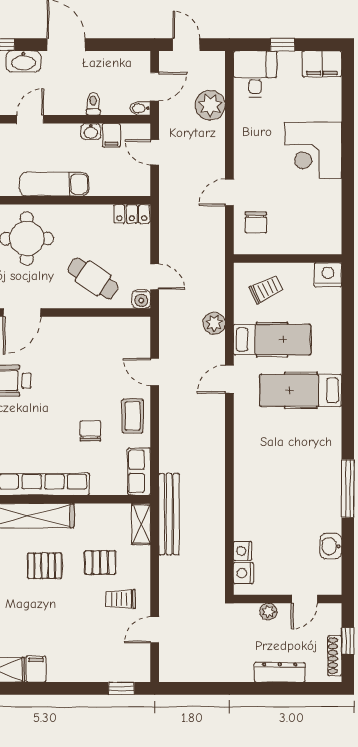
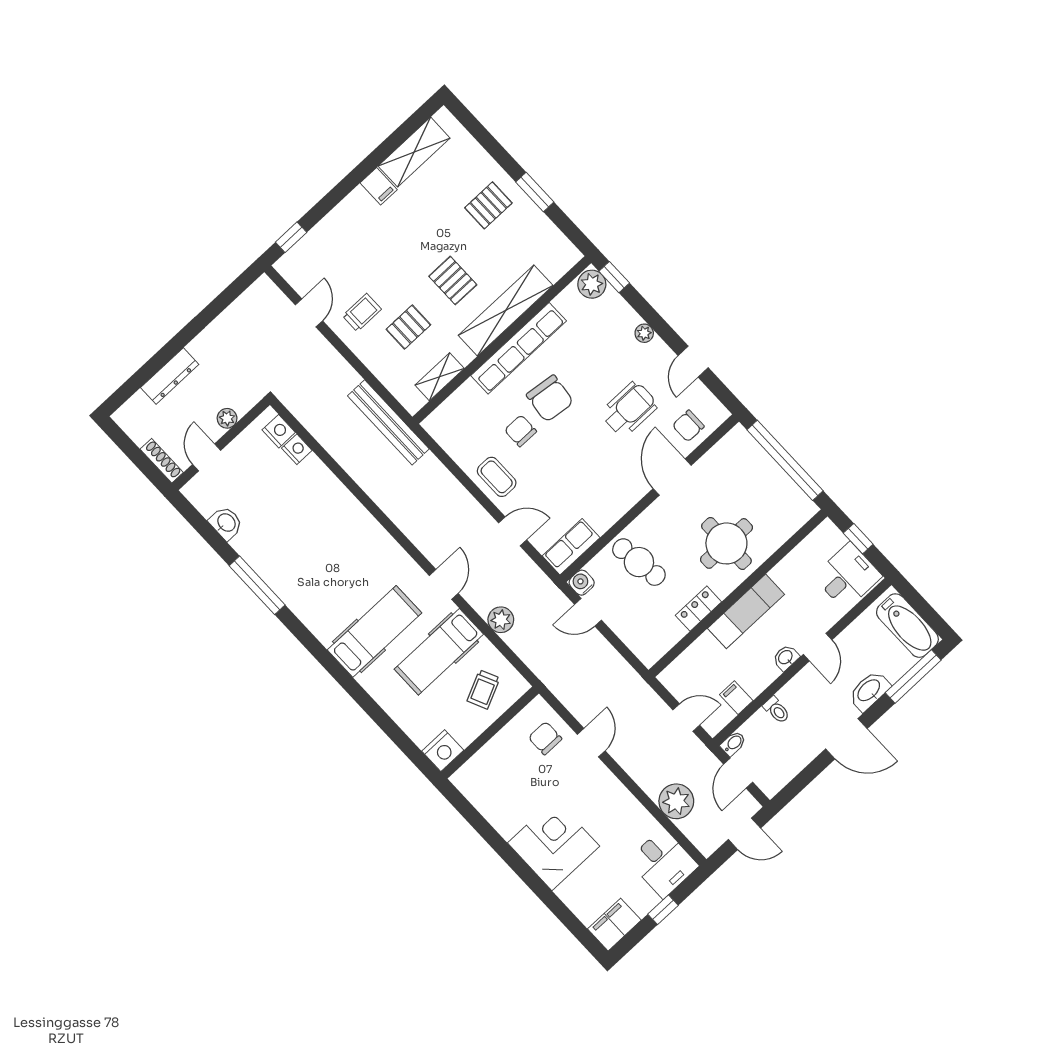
washbasin: (91, 132) -> (786, 658), moved
locker: (132, 214) -> (698, 609), moved
cafe table: (93, 278) -> (639, 562), turned 48
chair: (90, 431) -> (520, 431), turned 180
chair: (53, 434) -> (550, 399), added
row of seats: (139, 471) -> (571, 547), moved, turned -90
shelving: (141, 524) -> (440, 377), moved, turned 90
pallet: (45, 566) -> (453, 280), turned 90
window: (348, 641) -> (137, 456), removed
shoe rack: (335, 656) -> (162, 461), moved

